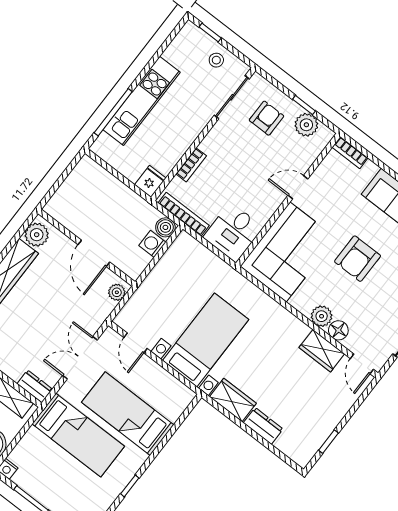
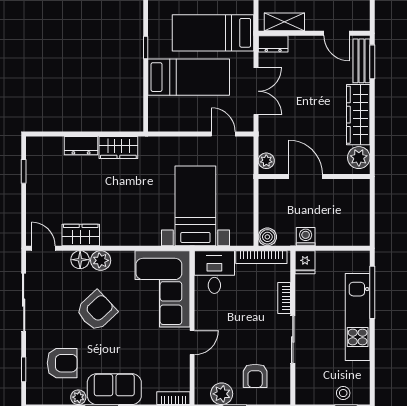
stool: (216, 60) -> (343, 393), moved
sliding door: (232, 97) -> (293, 339), moved
washing machine: (152, 244) -> (306, 237), moved, turned -90
armchair: (358, 259) -> (96, 311), moved, turned 47
bed with nightstands: (206, 340) -> (195, 206), moved, turned 180
window: (130, 486) -> (146, 48), moved

